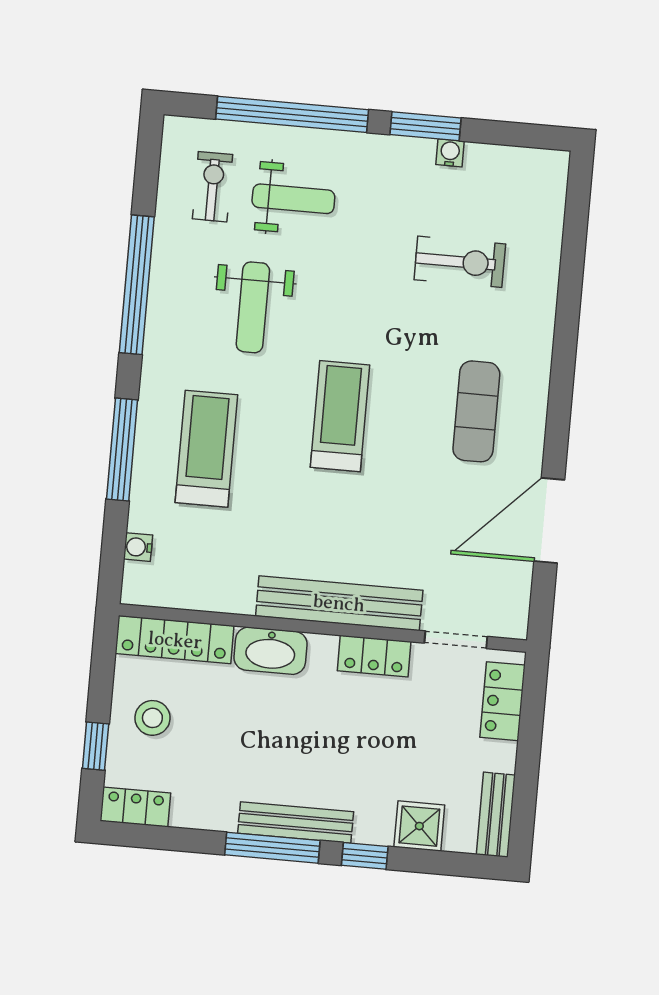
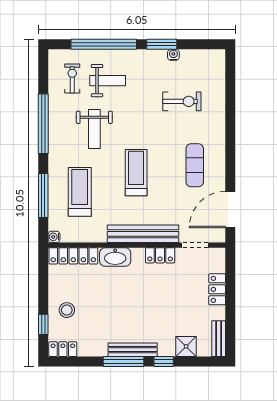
bench: (339, 603) -> (143, 234), moved
wall: (323, 628) -> (137, 245), moved
locker: (175, 640) -> (73, 256), moved
doorway: (456, 640) -> (195, 245), moved
washbasin: (271, 651) -> (115, 257), moved
locker: (374, 656) -> (160, 255), moved

